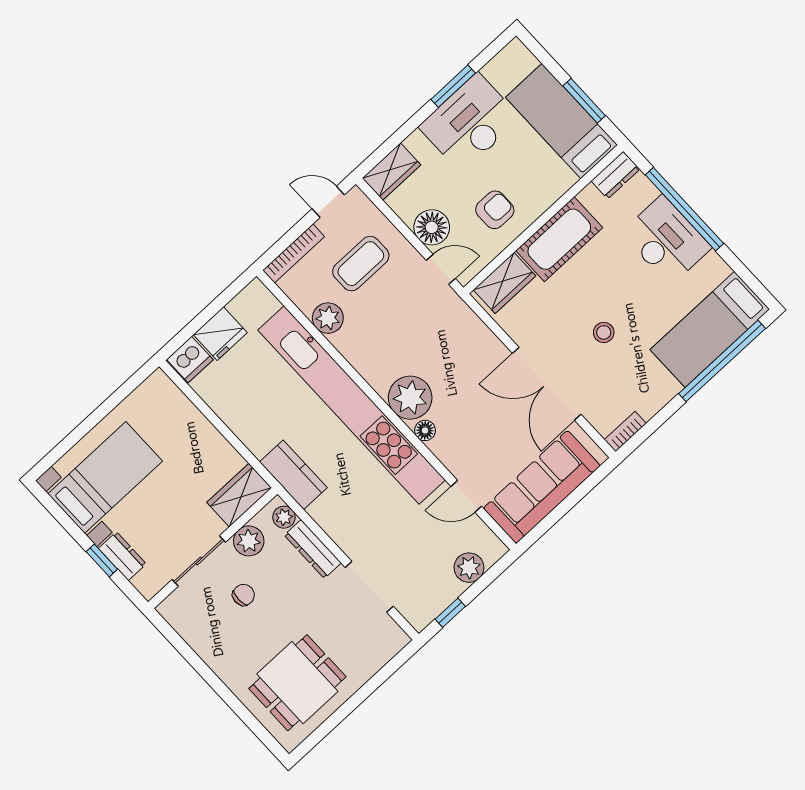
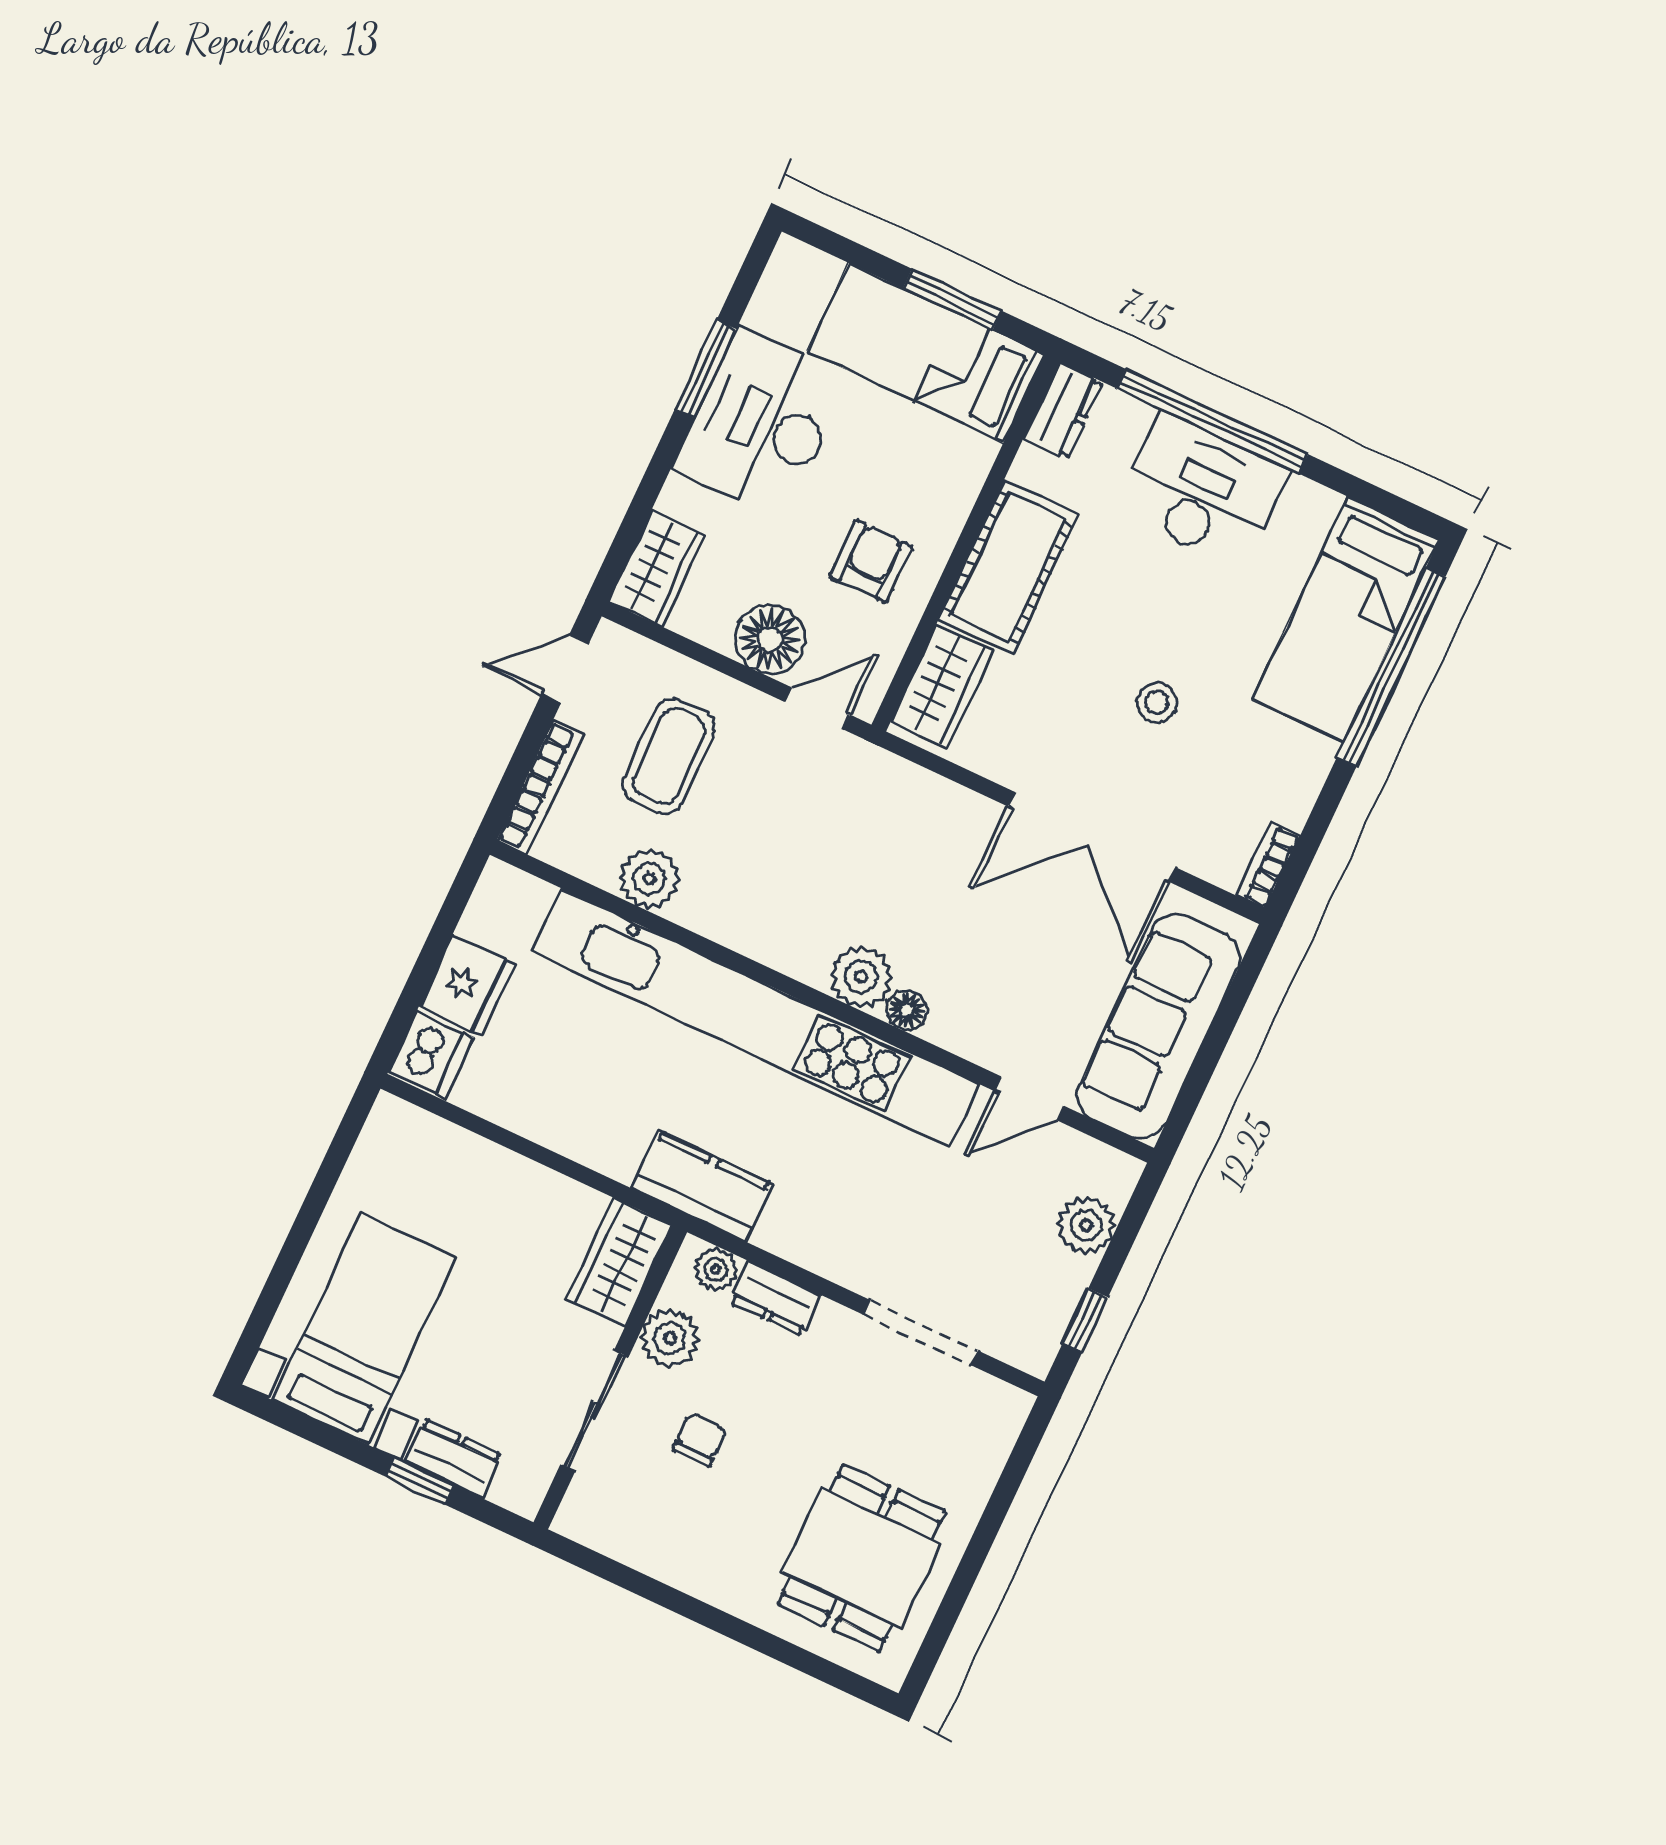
plant: (410, 398) -> (861, 977), width x0.73, depth x0.73
dresser: (313, 549) -> (775, 1298), width x0.70

